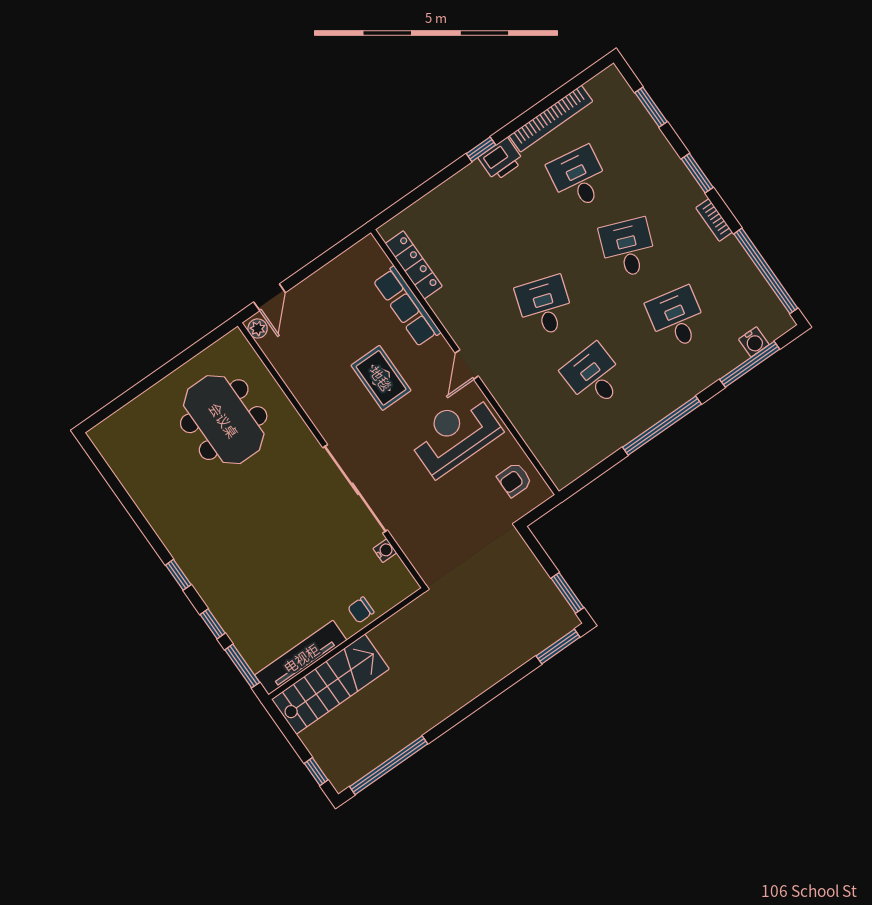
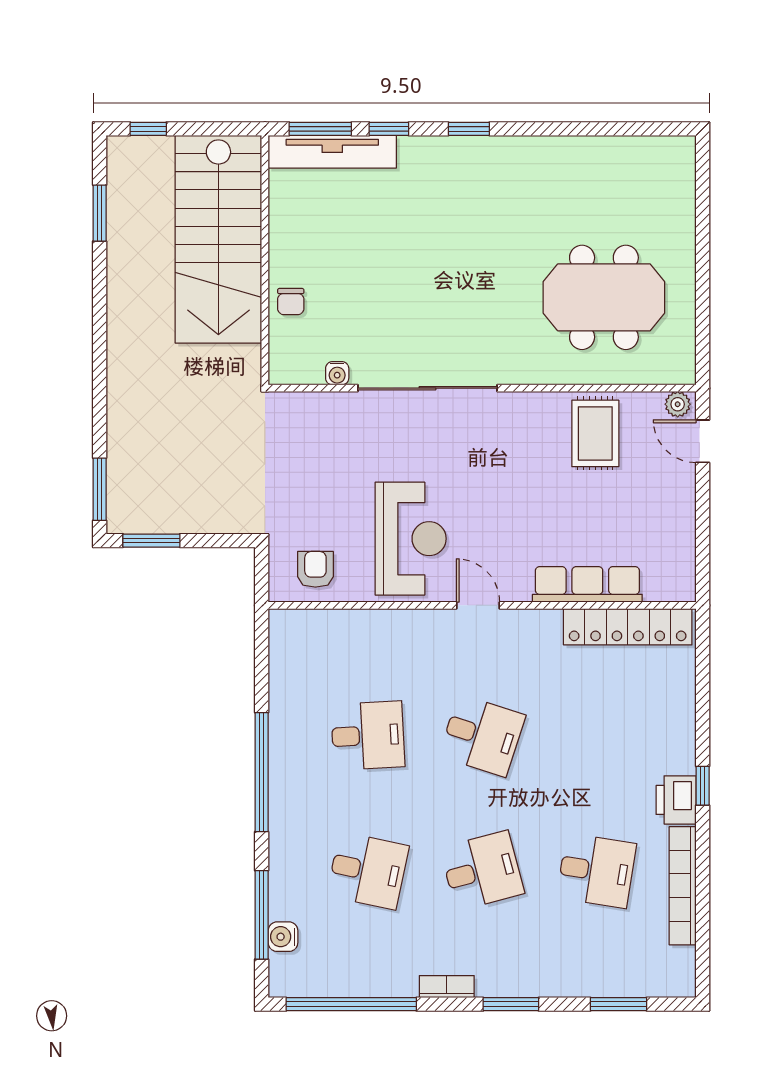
desk: (628, 248) -> (482, 871), turned -36
locker: (414, 265) -> (628, 627), width x1.41, depth x1.21
rug: (381, 378) -> (595, 433), moved, turned 90
chair: (361, 610) -> (291, 302), turned 180
tv unit: (301, 658) -> (332, 152), moved, turned 90
stairs: (330, 684) -> (218, 239), width x1.36, depth x1.51
window: (389, 765) -> (100, 213), width x0.47

